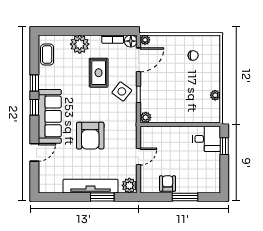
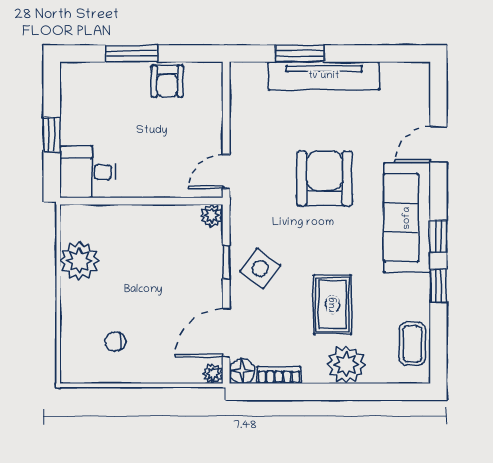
rug: (99, 73) -> (332, 305), moved
plant: (215, 95) -> (79, 261), width x1.87, depth x1.87
window: (224, 146) -> (52, 134), moved
door: (139, 157) -> (226, 172), moved
plant: (129, 186) -> (245, 77), removed

